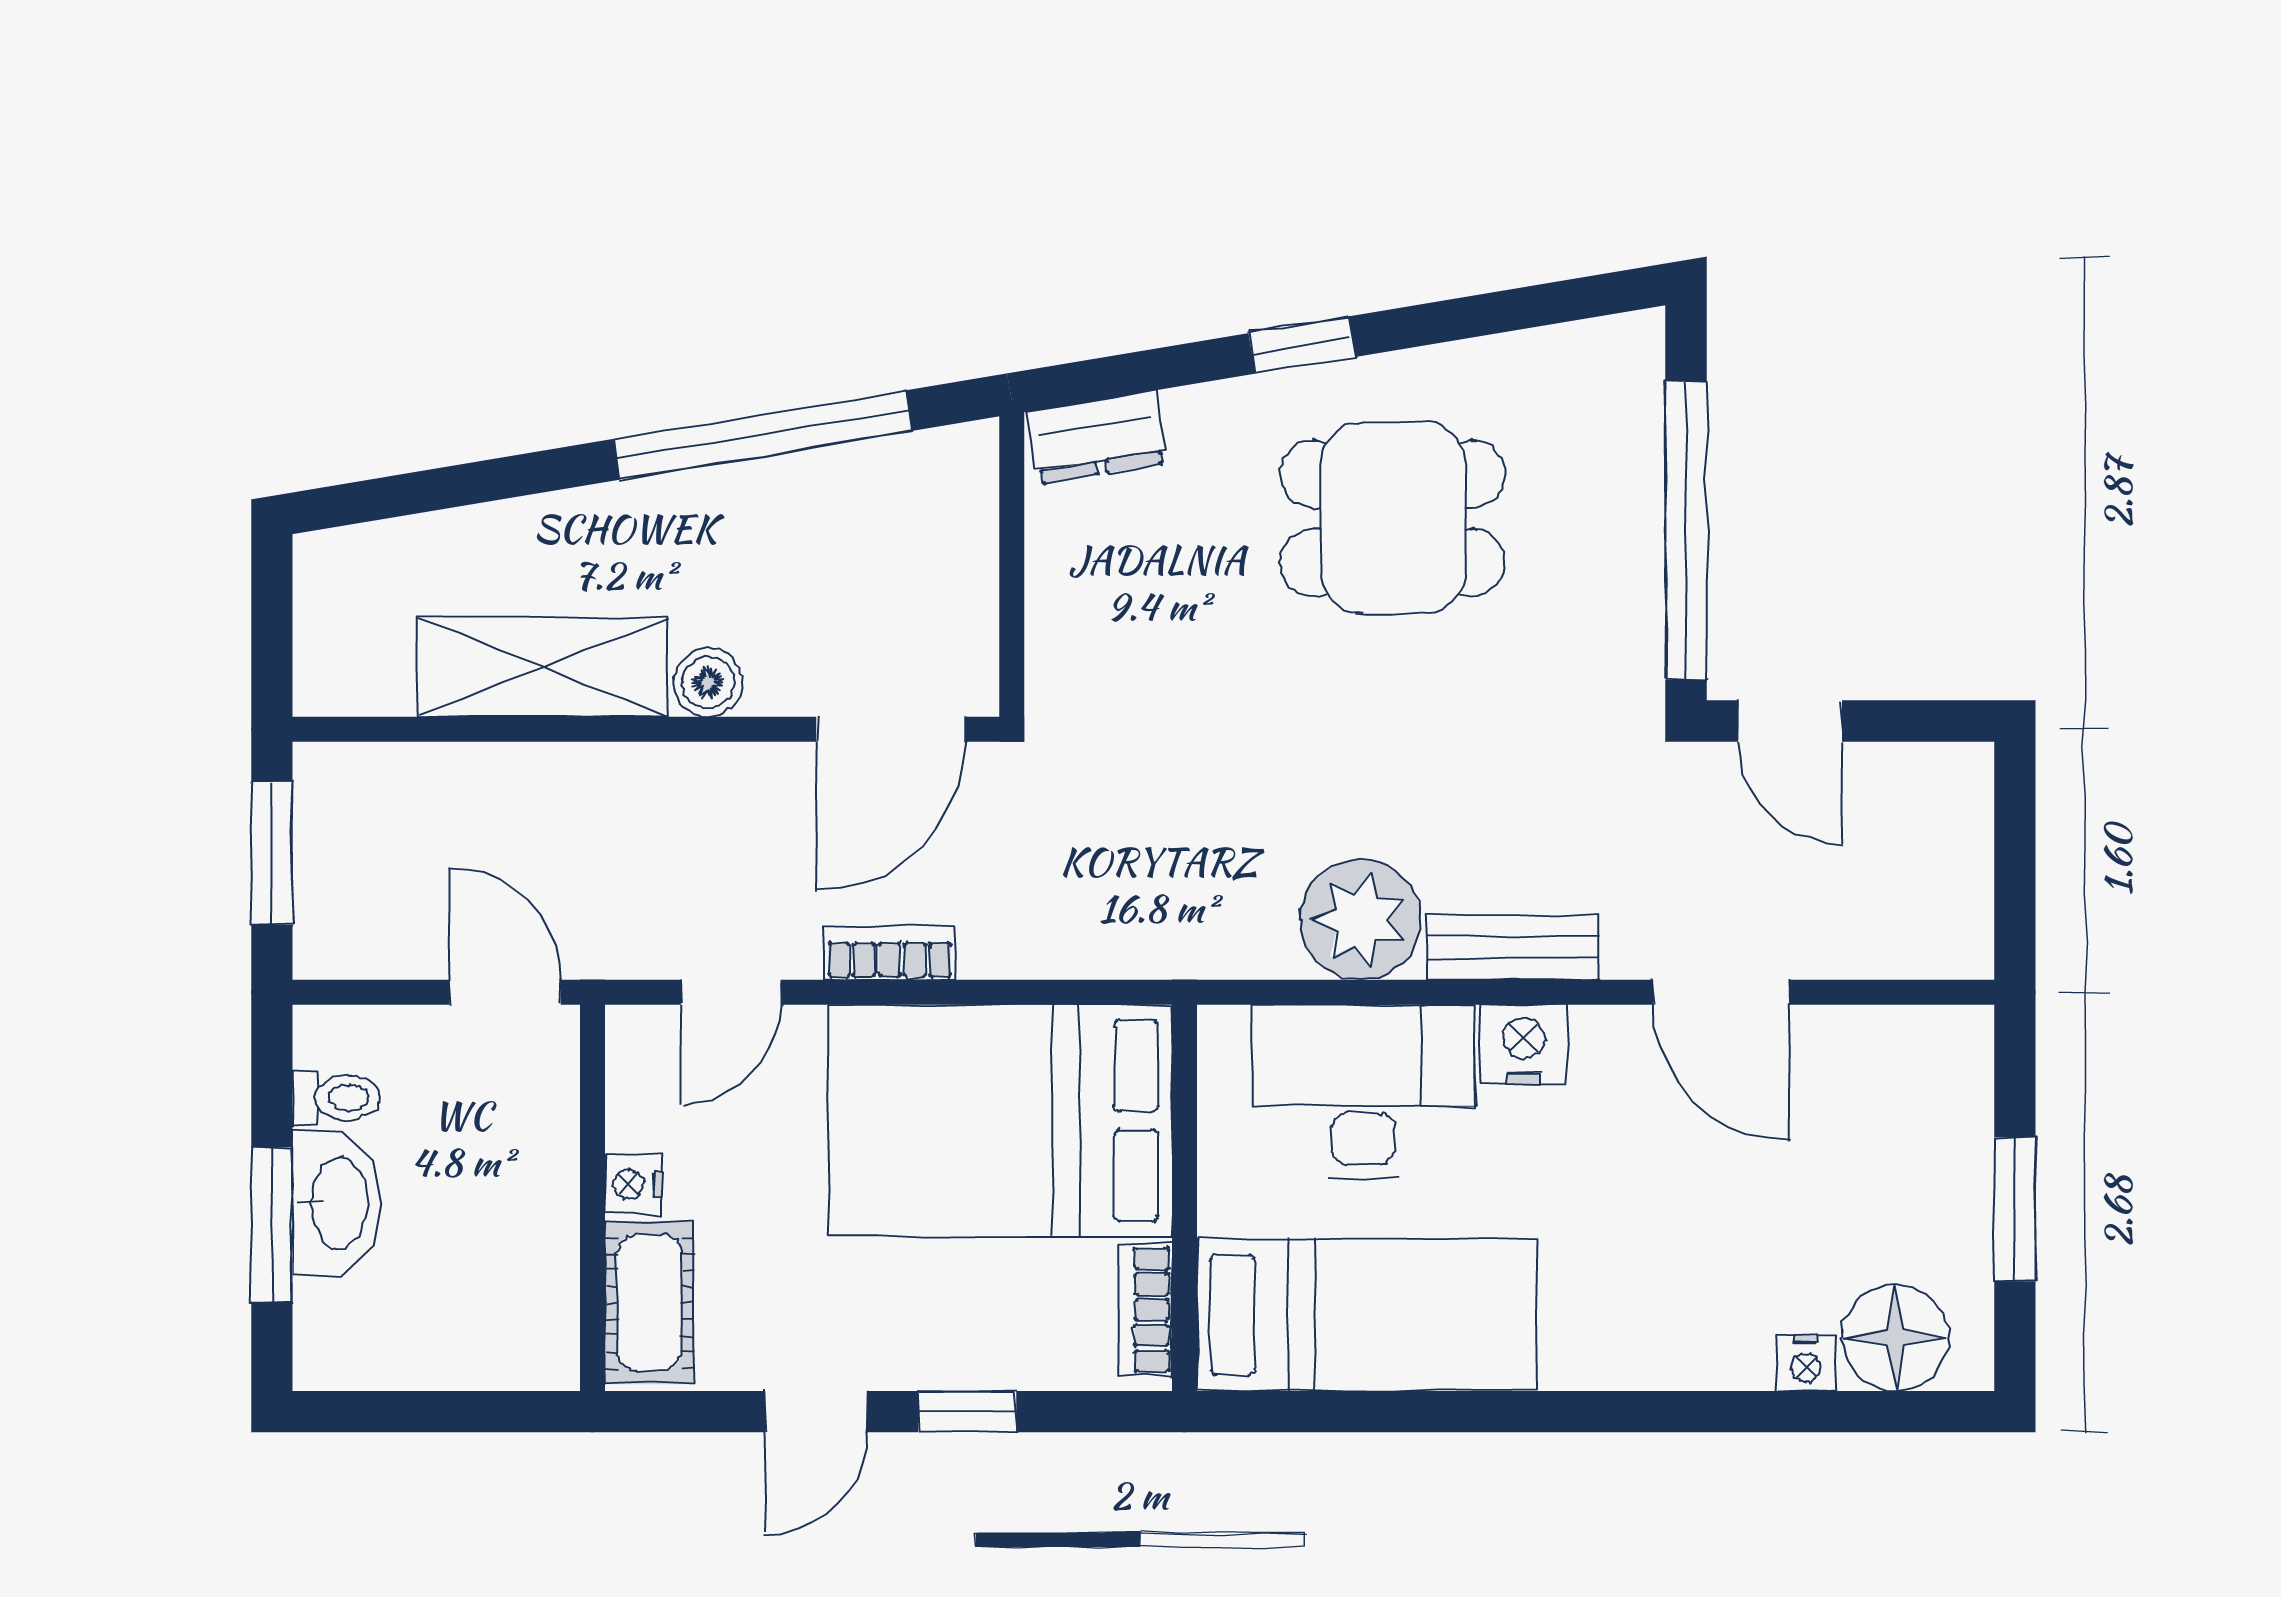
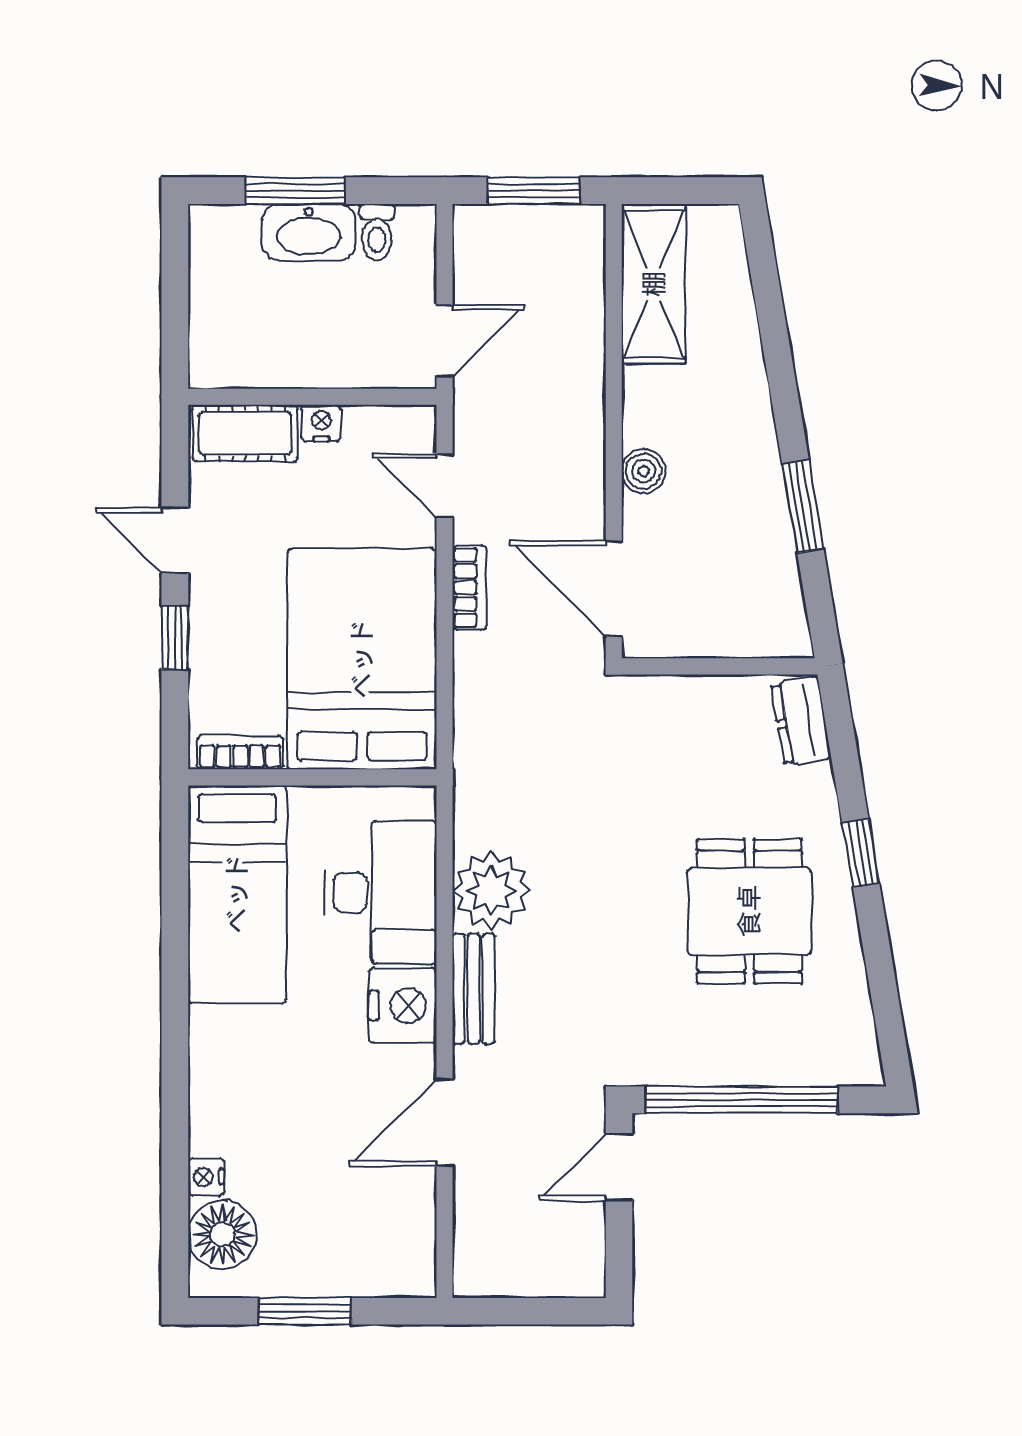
window: (763, 435) -> (803, 506), width x0.47
shelving: (543, 667) -> (654, 284), moved
nightstand: (1524, 1044) -> (403, 1005), width x1.36, depth x1.33

